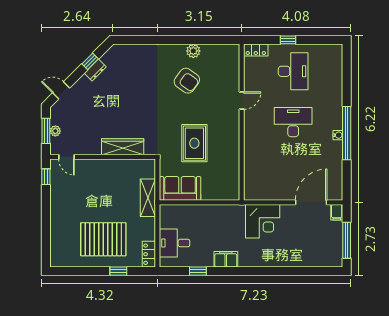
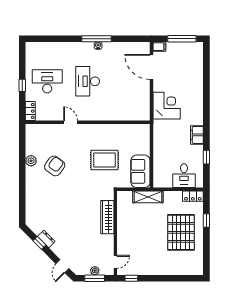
window: (347, 133) -> (96, 39), width x0.68

